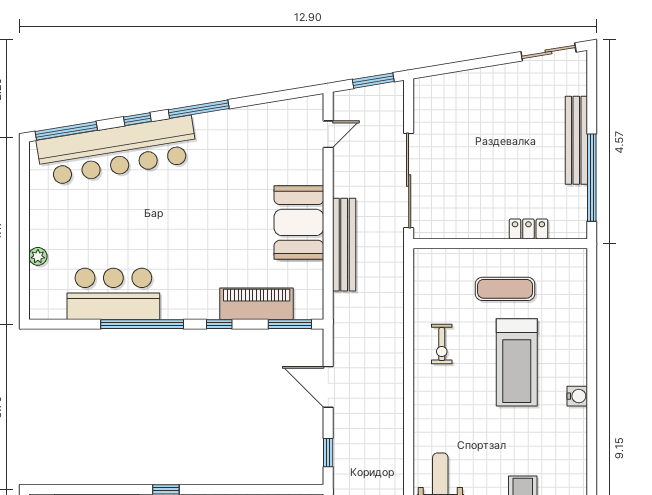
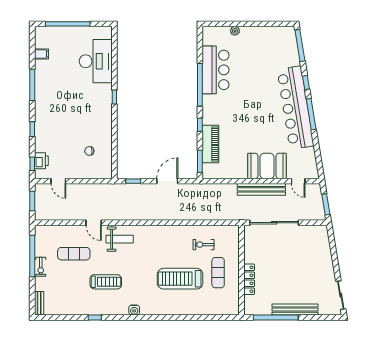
bar counter: (117, 151) -> (295, 108), moved
booth: (299, 222) -> (267, 166), moved
locker: (528, 229) -> (249, 279), width x1.53
bench: (344, 245) -> (261, 189), moved
exercise bike: (442, 344) -> (203, 245), moved
water cooler: (577, 396) -> (134, 310), moved

